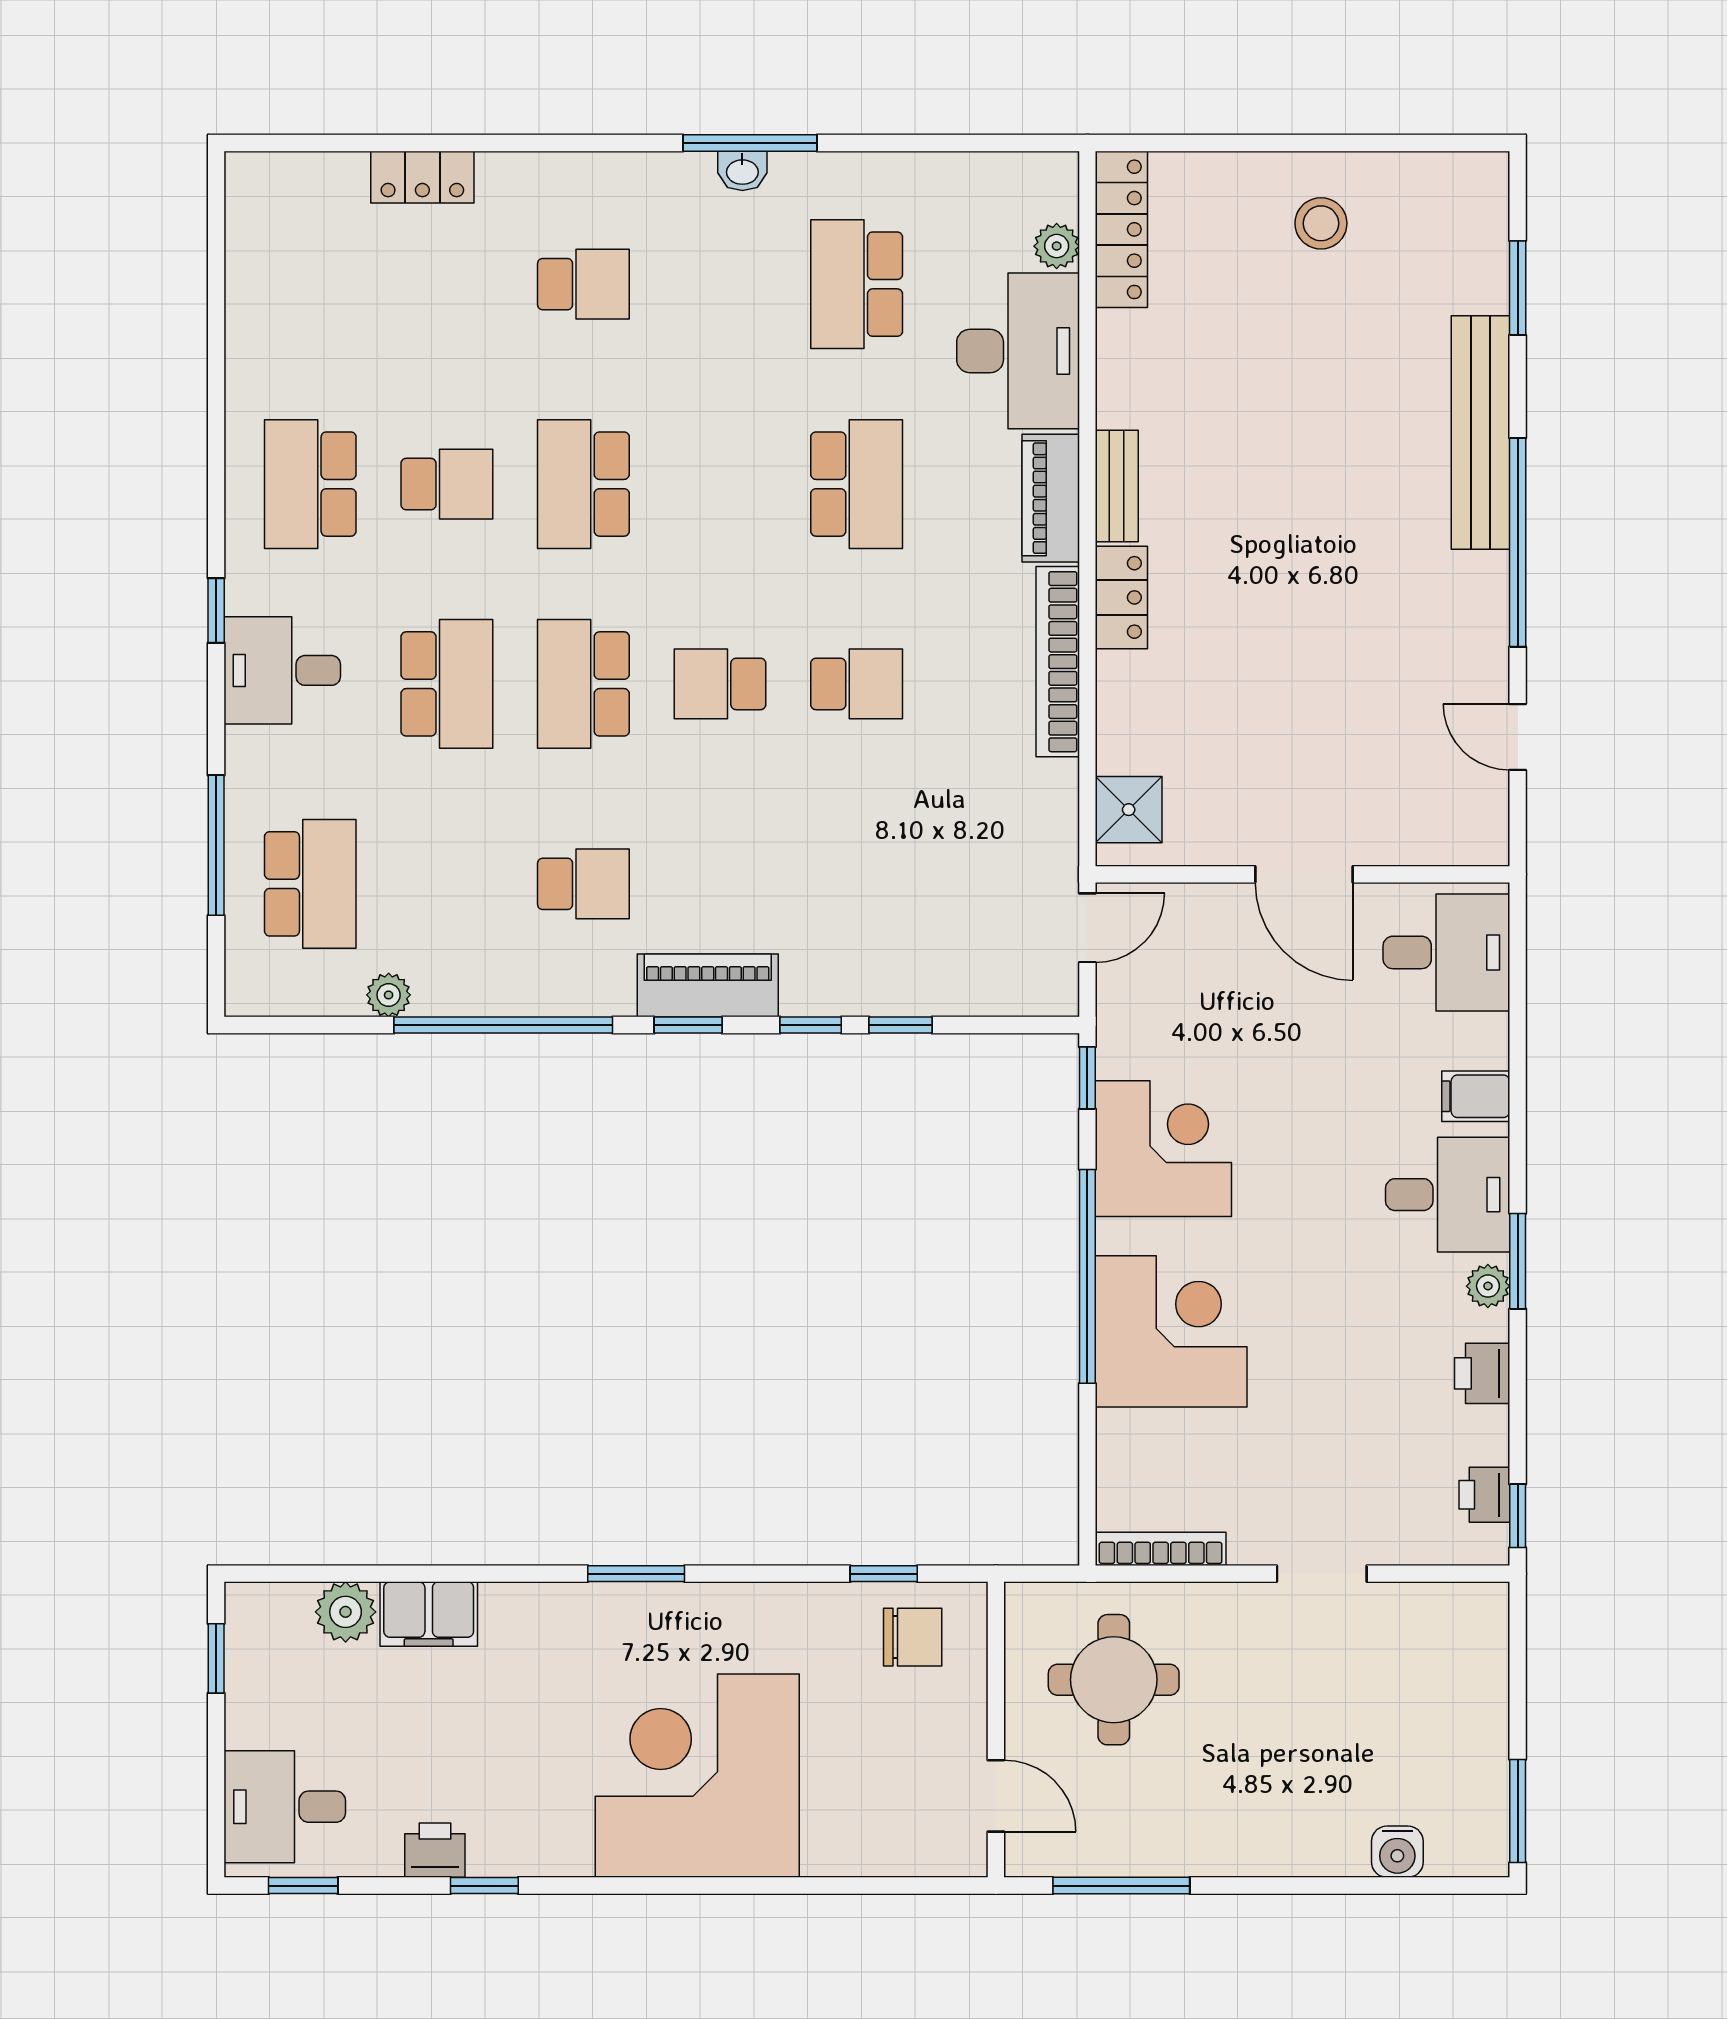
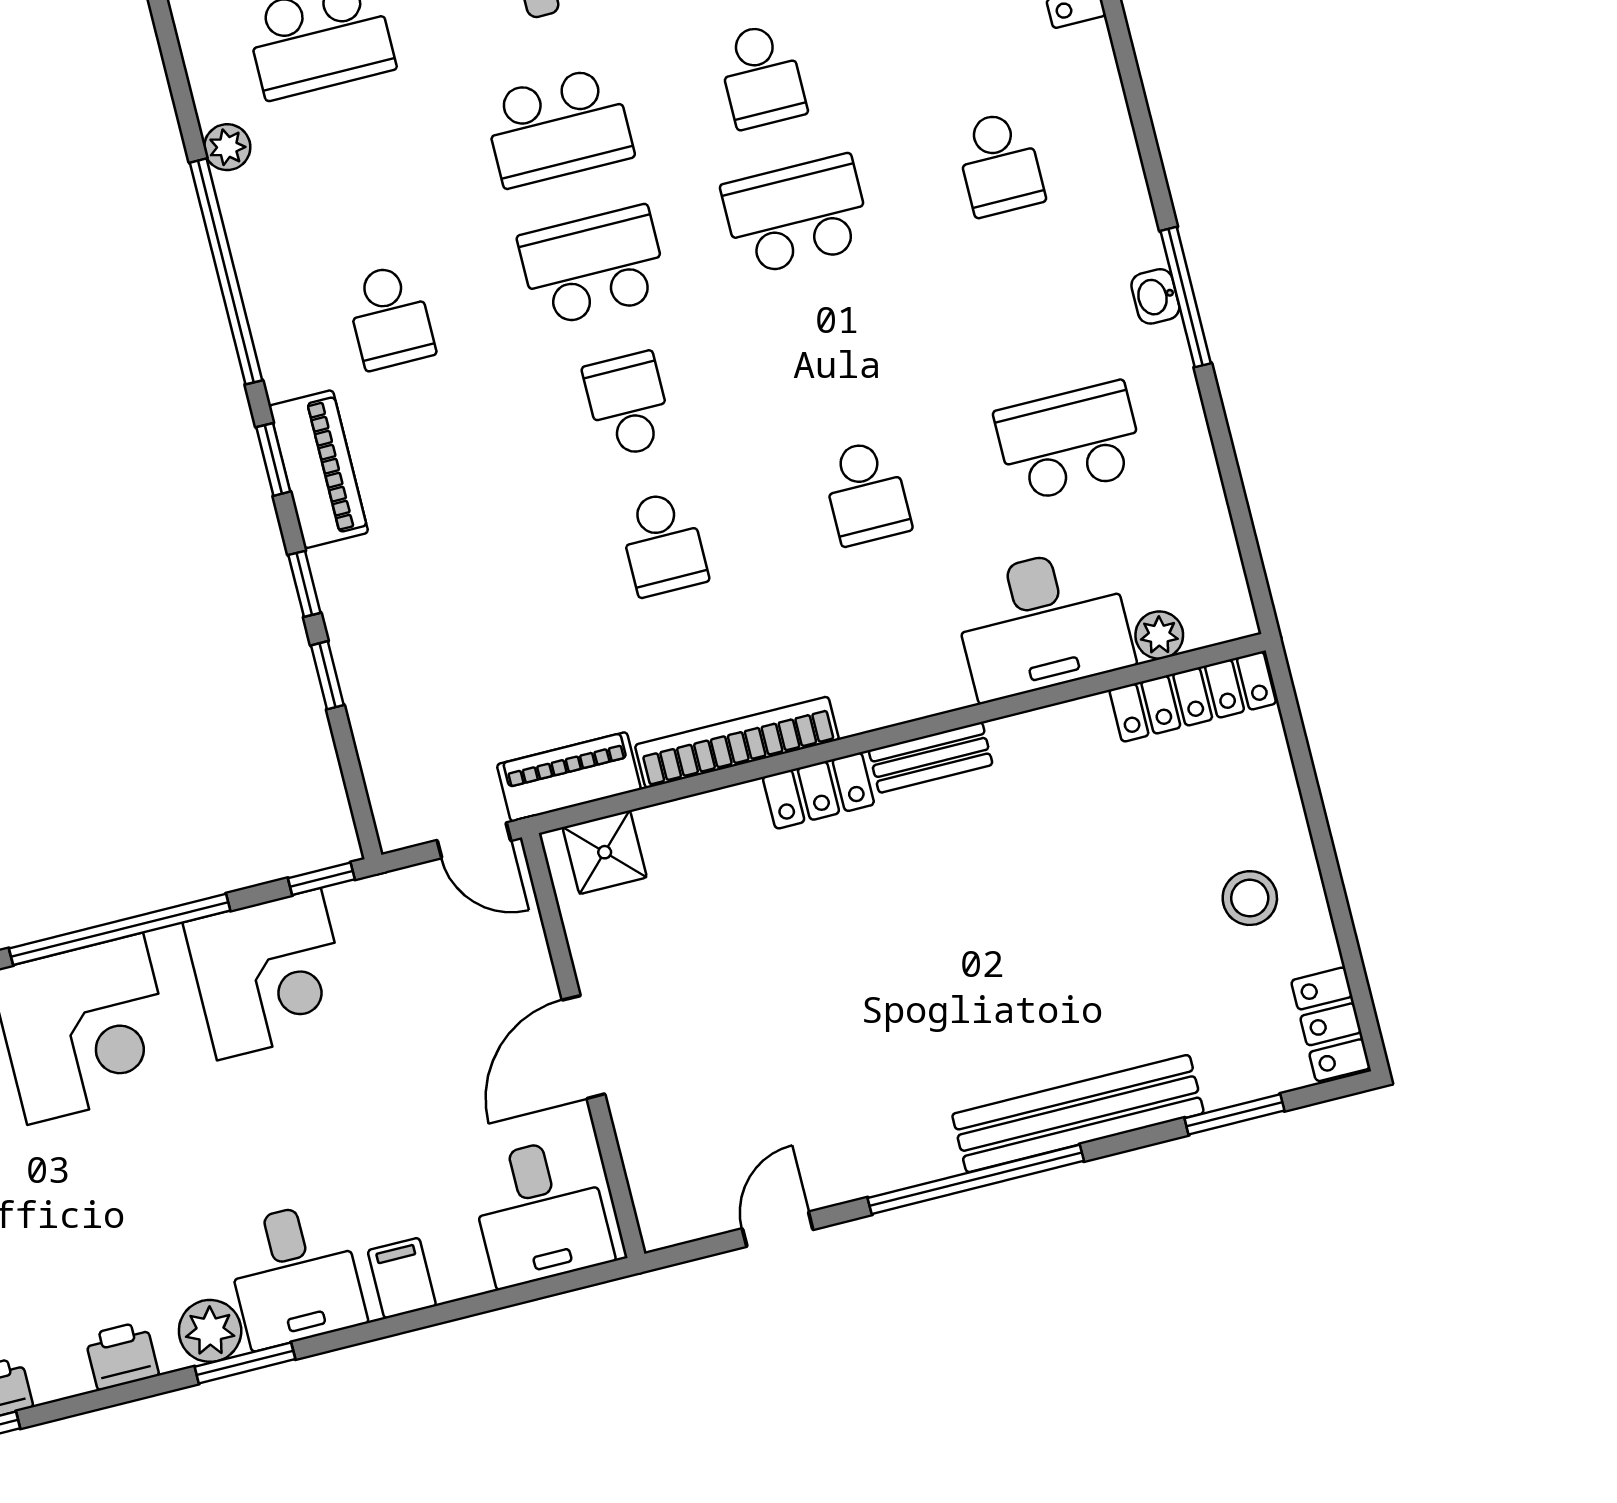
locker: (1457, 178) -> (1331, 1024), added
school desk: (857, 484) -> (866, 493), width x0.54
piano: (1051, 498) -> (569, 777), moved
plant: (1488, 1286) -> (210, 1331), width x1.38, depth x1.38

